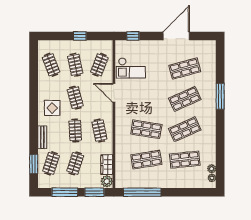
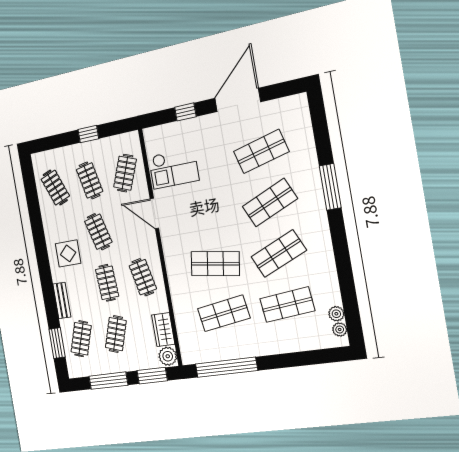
window: (133, 36) -> (185, 112), moved

